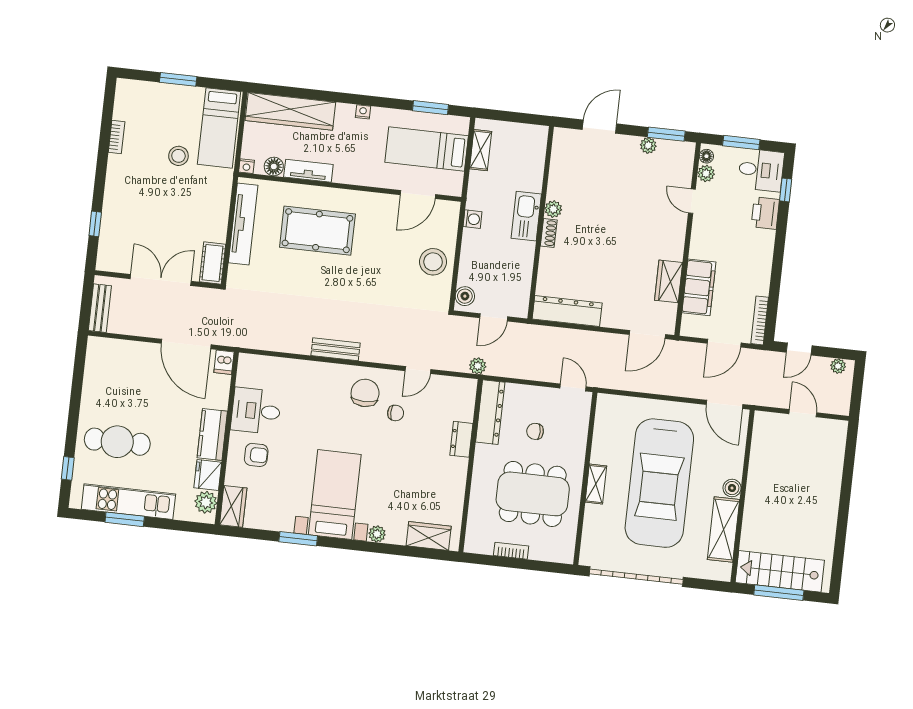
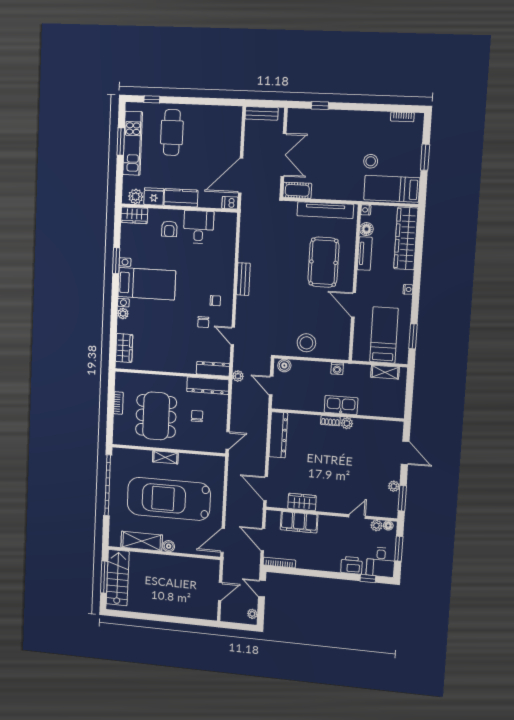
bookcase: (117, 137) -> (402, 117), moved
door: (418, 195) -> (354, 305), moved
chair: (365, 393) -> (215, 301), width x0.54, depth x0.54
dresser: (461, 439) -> (213, 369), moved, width x1.44

